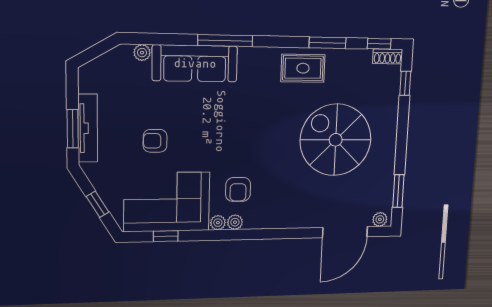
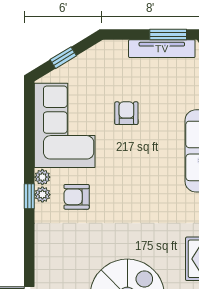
tv unit: (88, 128) -> (162, 49), moved
window: (73, 129) -> (168, 35), moved
window: (166, 236) -> (29, 196), moved

